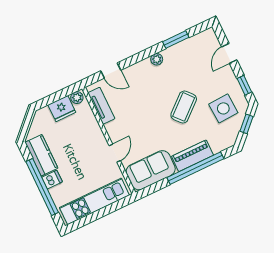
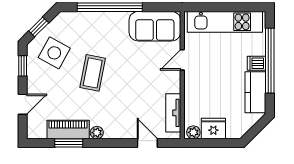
coffee table: (184, 107) -> (93, 73), turned -38
side table: (223, 108) -> (54, 53), turned 32
piano: (193, 156) -> (68, 130), moved, turned 180

